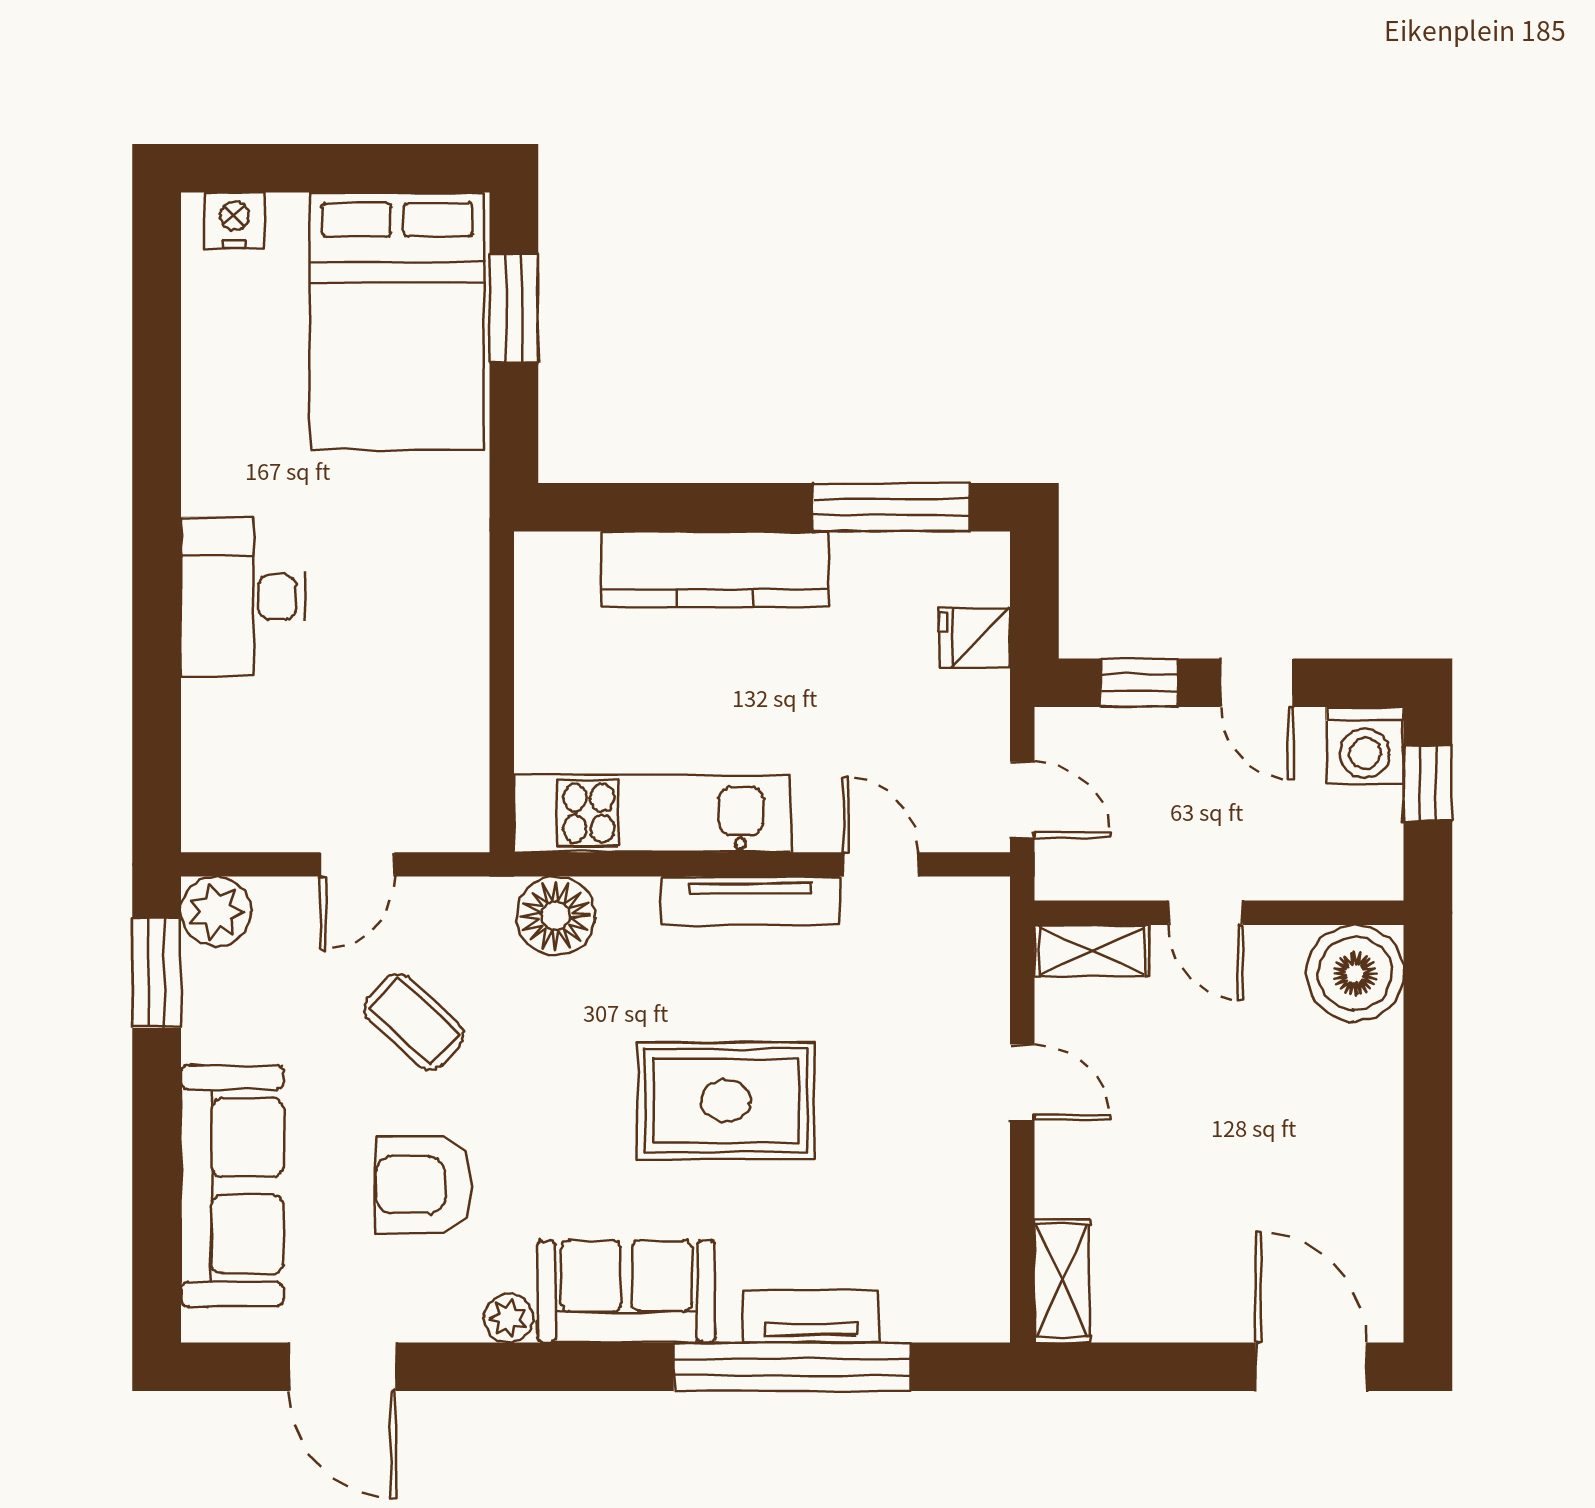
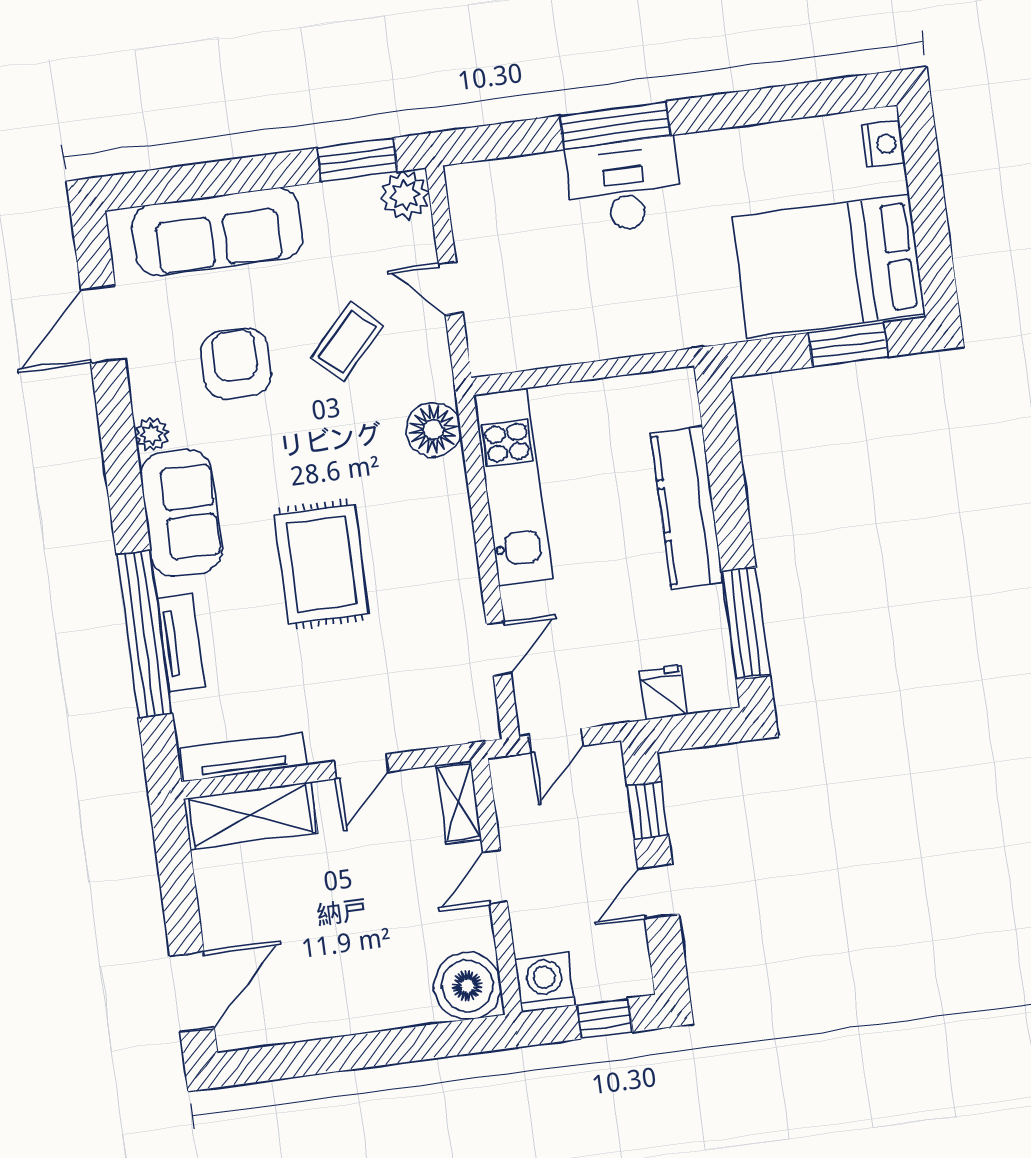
window: (157, 599) -> (615, 125), added
washing machine: (1365, 746) -> (545, 982), moved, turned 90
tv unit: (751, 901) -> (243, 757), moved, turned 90
shelving: (1062, 1281) -> (250, 816), width x1.50, depth x1.33

